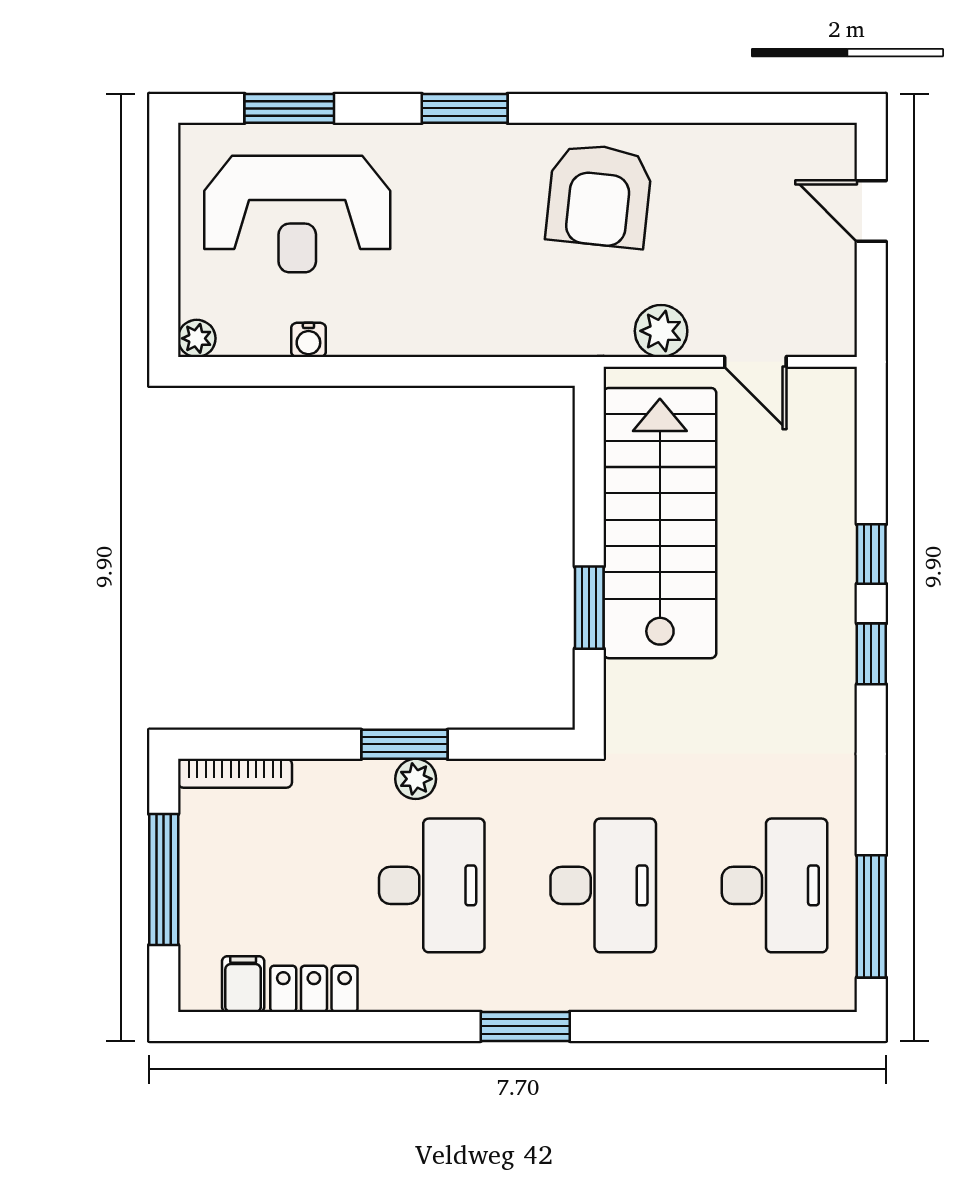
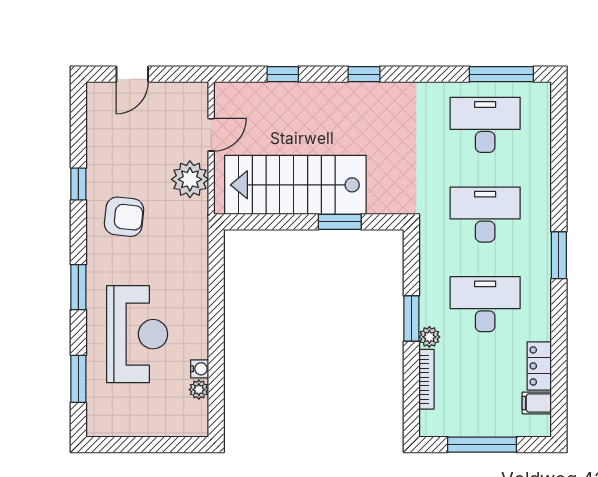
window: (662, 108) -> (78, 184), added
armchair: (599, 196) -> (124, 217), width x0.73, depth x0.73
reception desk: (297, 214) -> (137, 334), moved
plant: (661, 331) -> (190, 179), width x1.36, depth x1.36
plant: (197, 338) -> (199, 390), moved
window: (871, 554) -> (283, 74), moved
bookcase: (235, 773) -> (426, 379), moved
plant: (416, 779) -> (429, 337), moved

